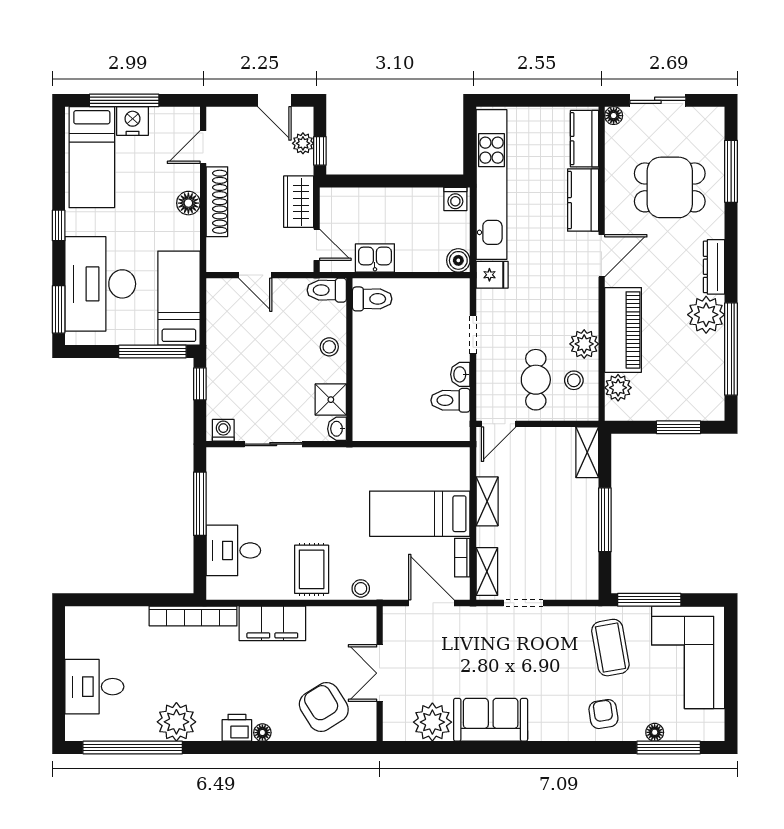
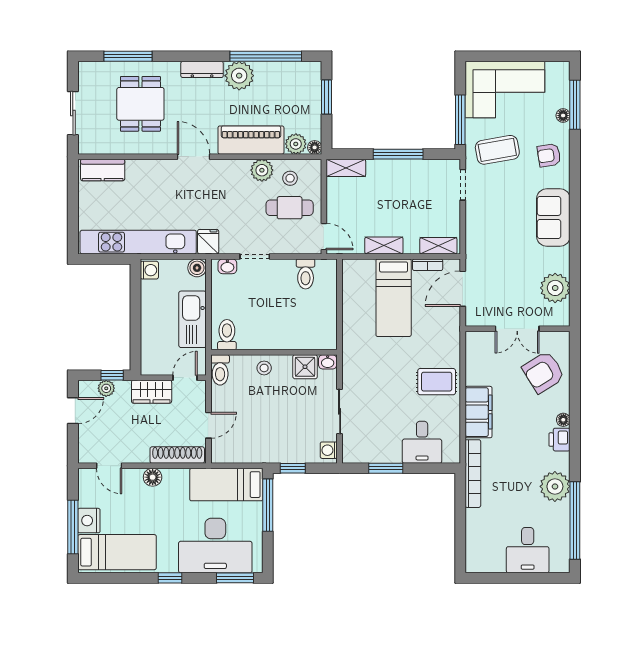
floor lamp: (614, 116) -> (315, 147), moved
kitchen counter: (583, 200) -> (150, 171), removed
shoe rack: (217, 202) -> (177, 455), moved
kitchen sink: (375, 258) -> (193, 319), width x1.88, depth x1.24
washbasin: (460, 374) -> (227, 266), moved
window: (200, 504) -> (386, 468), width x0.69
stool: (361, 588) -> (452, 344), removed
doorway: (523, 603) -> (463, 185), moved
sofa: (491, 720) -> (553, 217), moved

